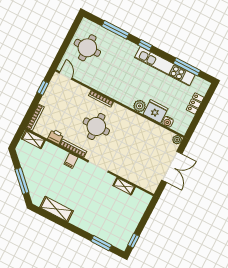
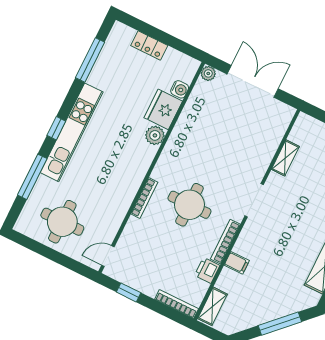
kitchen unit: (165, 66) -> (72, 132), moved
filing cabinet: (71, 161) -> (237, 263), moved

